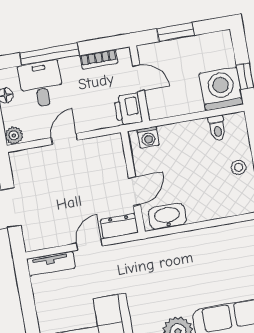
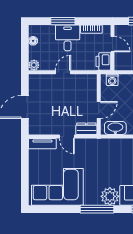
window: (49, 54) -> (63, 21), width x0.69
desk: (41, 84) -> (68, 38), moved
door: (89, 245) -> (67, 137), swing flipped

